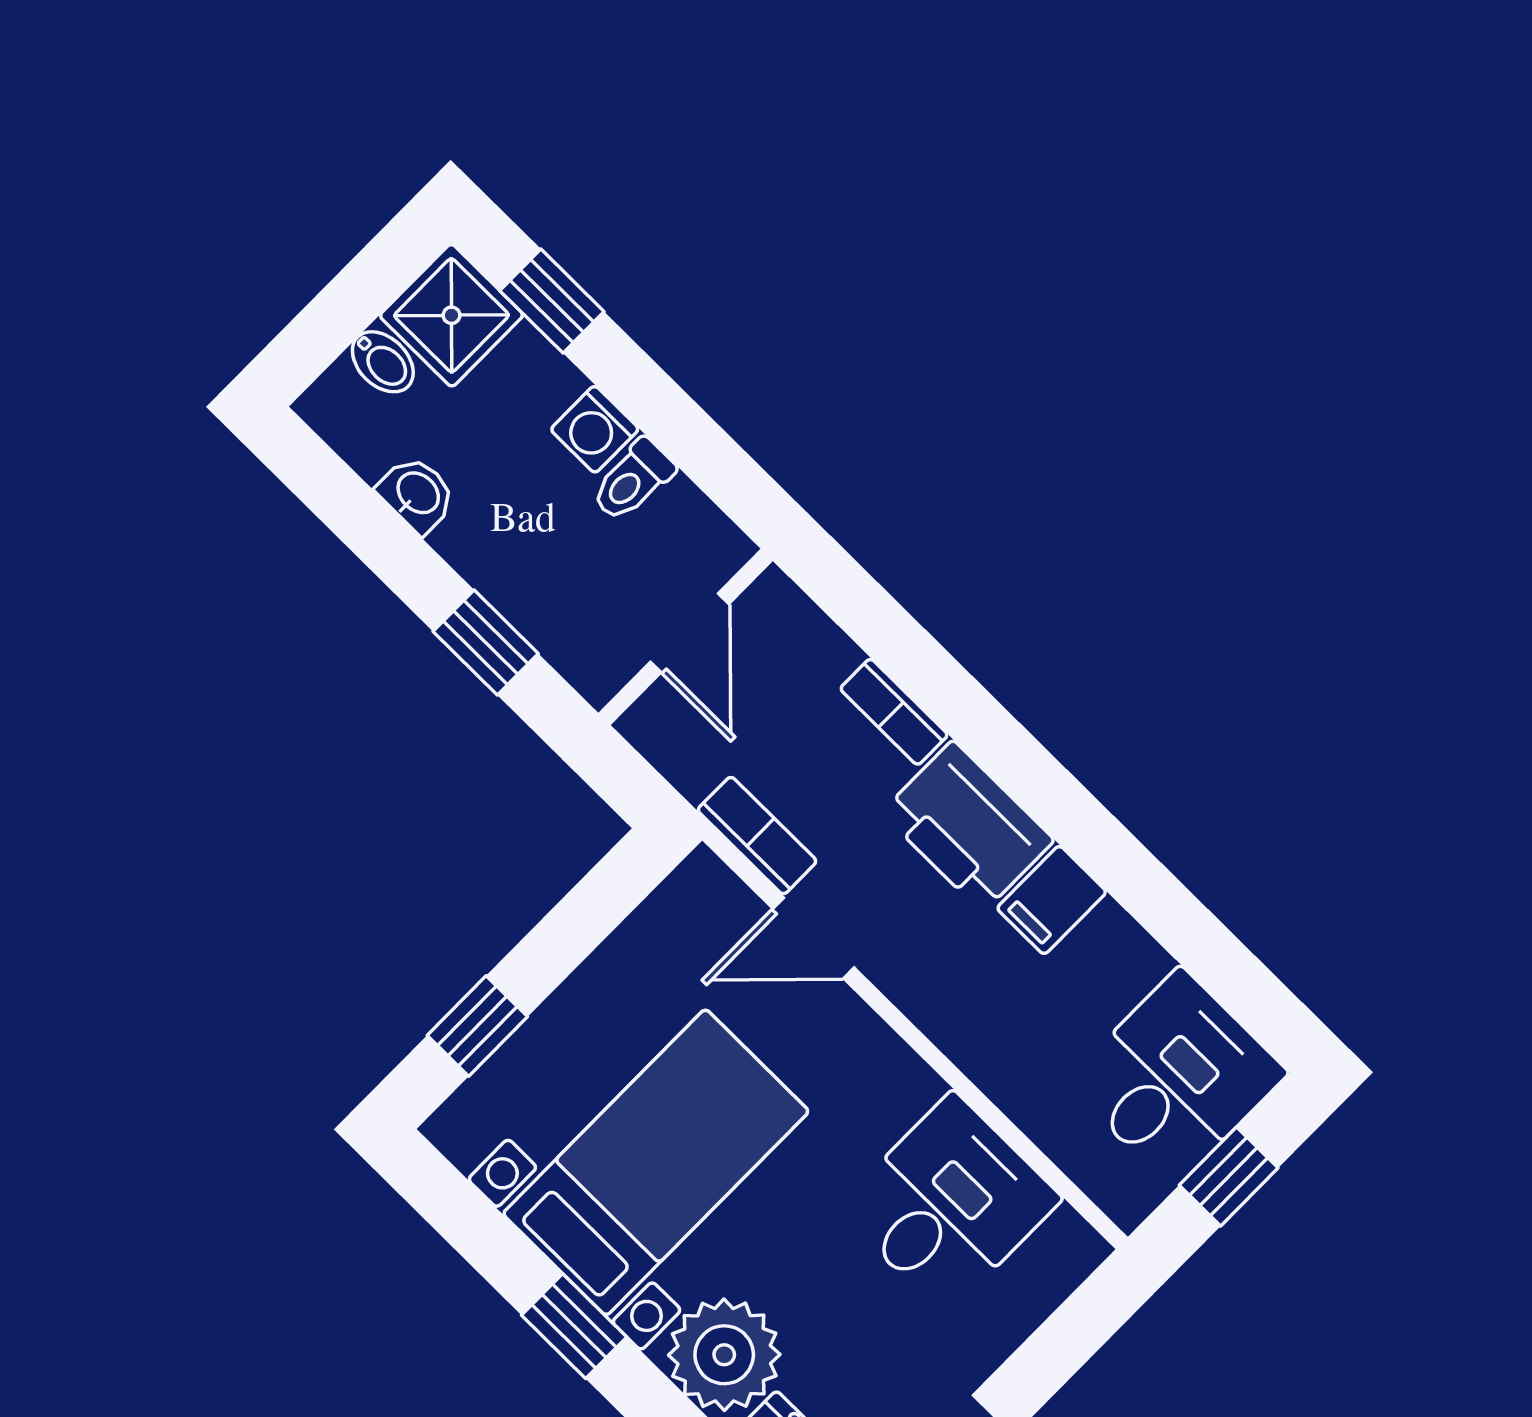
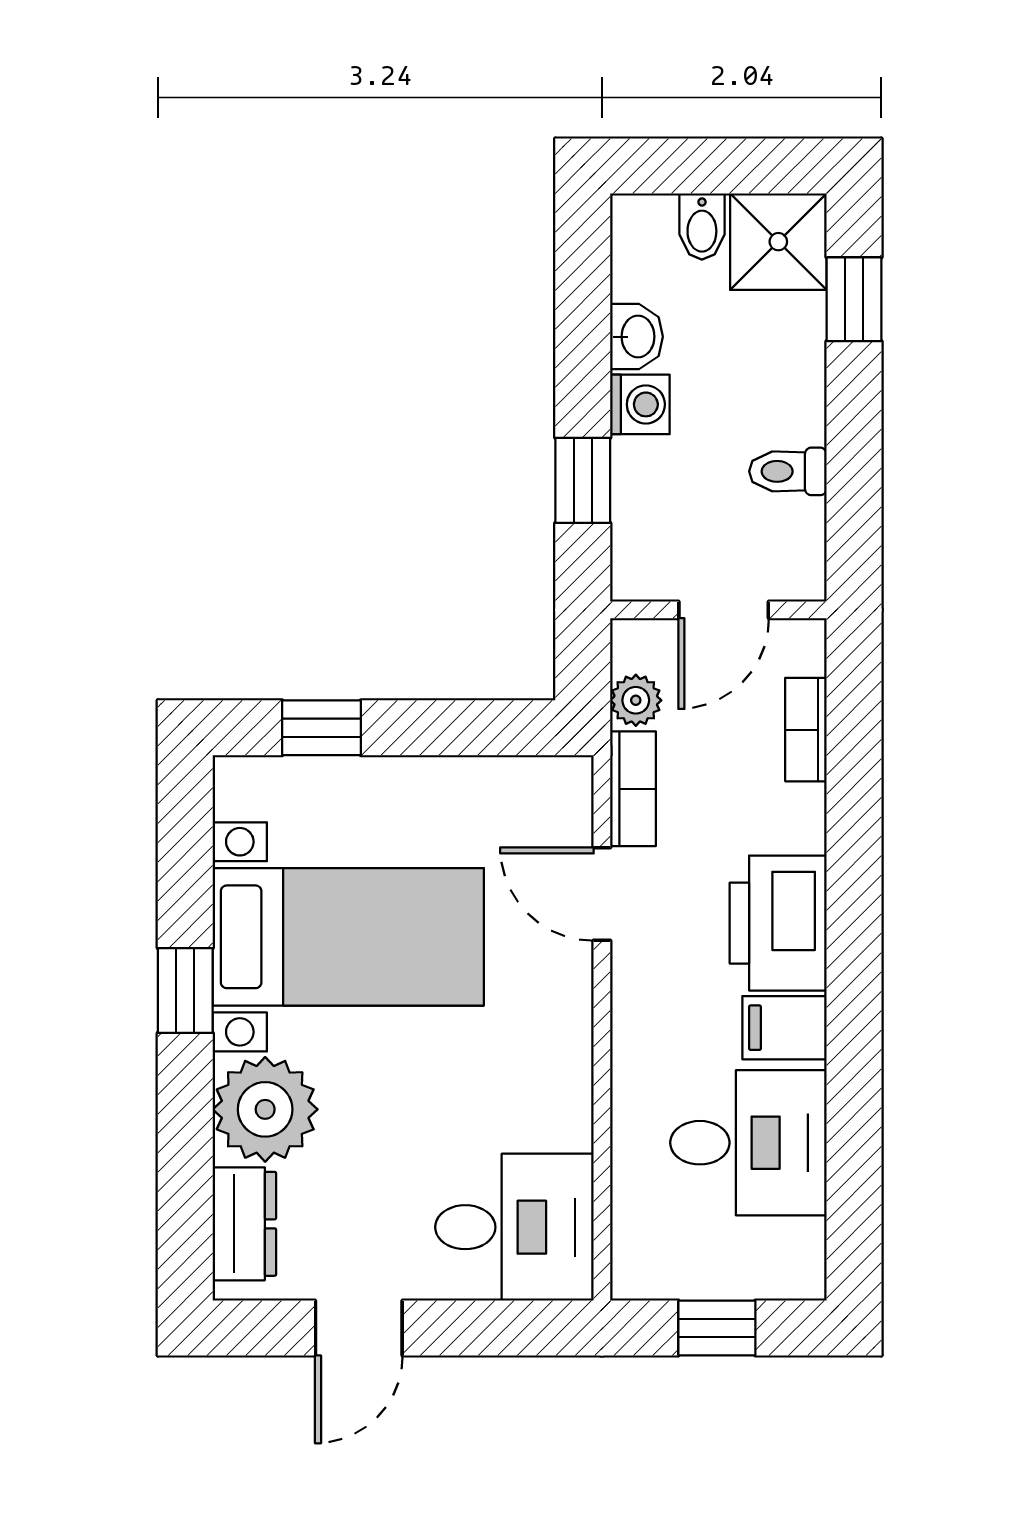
washing machine: (595, 429) -> (640, 404), moved, turned 180
bookcase: (894, 712) -> (806, 730), moved
plant: (692, 767) -> (636, 700), added
desk: (1177, 1078) -> (748, 1143), moved
desk: (949, 1204) -> (514, 1227), moved

